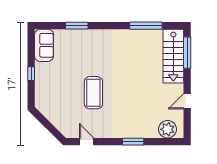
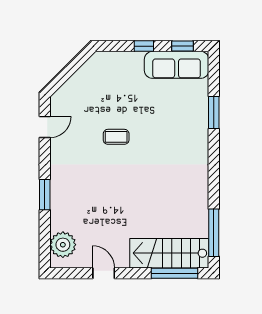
window: (146, 26) -> (214, 233), moved
sofa: (44, 45) -> (177, 65), width x1.36
window: (31, 47) -> (183, 46), added
coffee table: (93, 93) -> (116, 137), width x0.54, depth x0.58

